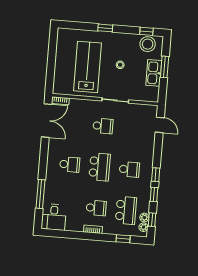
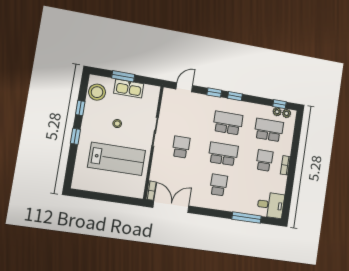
window: (146, 31) -> (80, 108), moved
lab bench: (88, 67) -> (117, 159), turned 180
school desk: (129, 169) -> (228, 123), width x1.85
window: (154, 195) -> (214, 93), moved
window: (123, 239) -> (297, 135), removed

